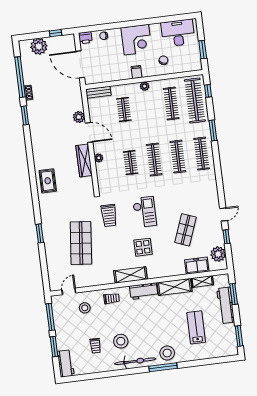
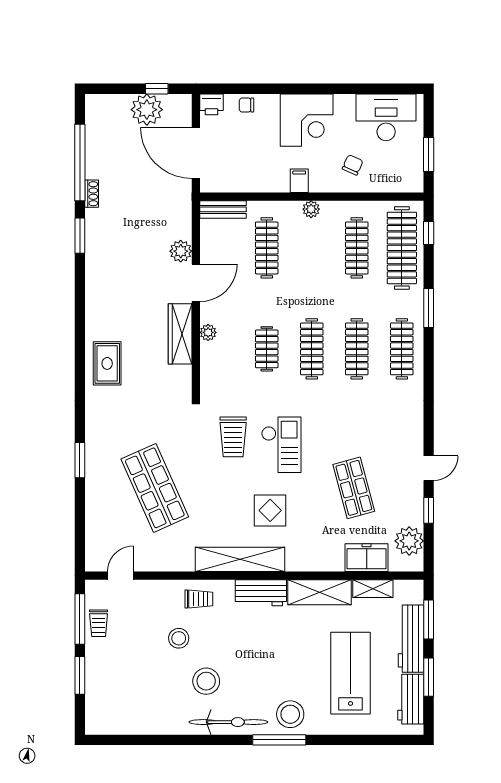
plant: (39, 46) -> (147, 110), moved
clothes rail: (124, 110) -> (267, 248), width x1.36
door: (89, 133) -> (196, 283), hinge flipped
trolley: (109, 215) -> (233, 437), moved
shop shelf: (186, 230) -> (354, 488), turned -36
shop shelf: (81, 243) -> (155, 488), turned -30
shelving: (130, 275) -> (240, 559), width x1.47
stool: (85, 308) -> (179, 638), moved
lab bench: (196, 327) -> (351, 673), width x1.36, depth x1.39
window: (239, 336) -> (429, 677), moved
trolley: (95, 346) -> (99, 623), moved
workbench: (66, 363) -> (411, 699), moved, turned 180

